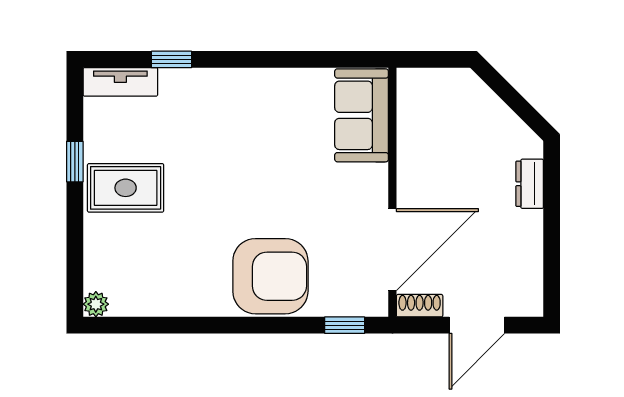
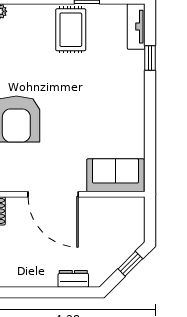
window: (505, 91) -> (130, 264), added
door: (392, 250) -> (53, 194), moved

